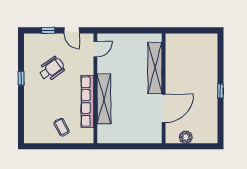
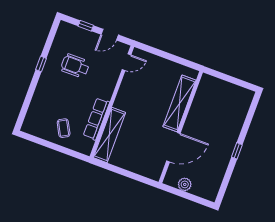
door: (72, 30) -> (110, 35), hinge flipped
wheelchair: (51, 69) -> (75, 66), turned -145
shelving: (104, 99) -> (109, 135), moved
row of seats: (87, 101) -> (96, 119), width x0.73

